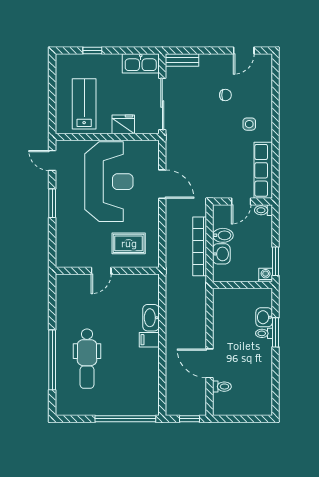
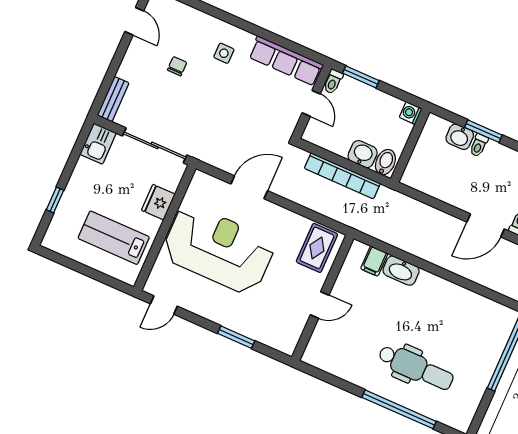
kitchen sink: (141, 63) -> (98, 144), width x0.73
window: (52, 203) -> (236, 337), moved
bidet: (223, 235) -> (385, 162), moved
rug: (129, 243) -> (317, 248), moved
window: (276, 261) -> (361, 77), moved
door: (101, 271) -> (320, 305), hinge flipped
filing cabinet: (149, 340) -> (374, 261), moved

